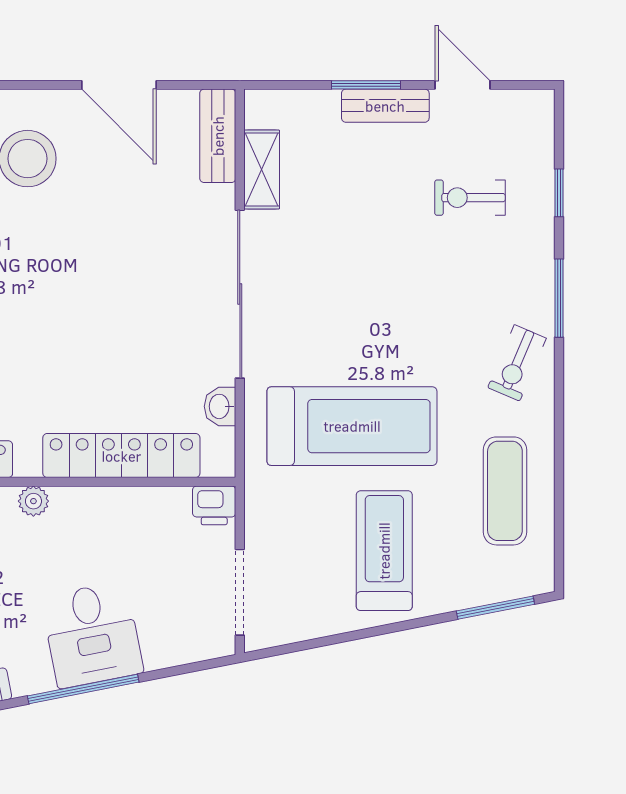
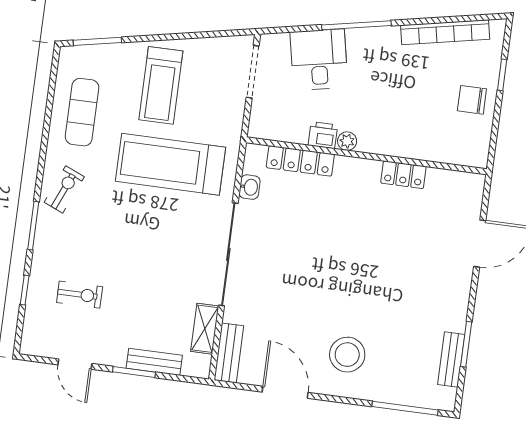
bench: (385, 106) -> (154, 362), moved
locker: (121, 456) -> (300, 161), width x0.71, depth x0.83
plant: (33, 501) -> (347, 141), moved
printer: (214, 505) -> (323, 135), moved
desk: (92, 635) -> (319, 60), moved

